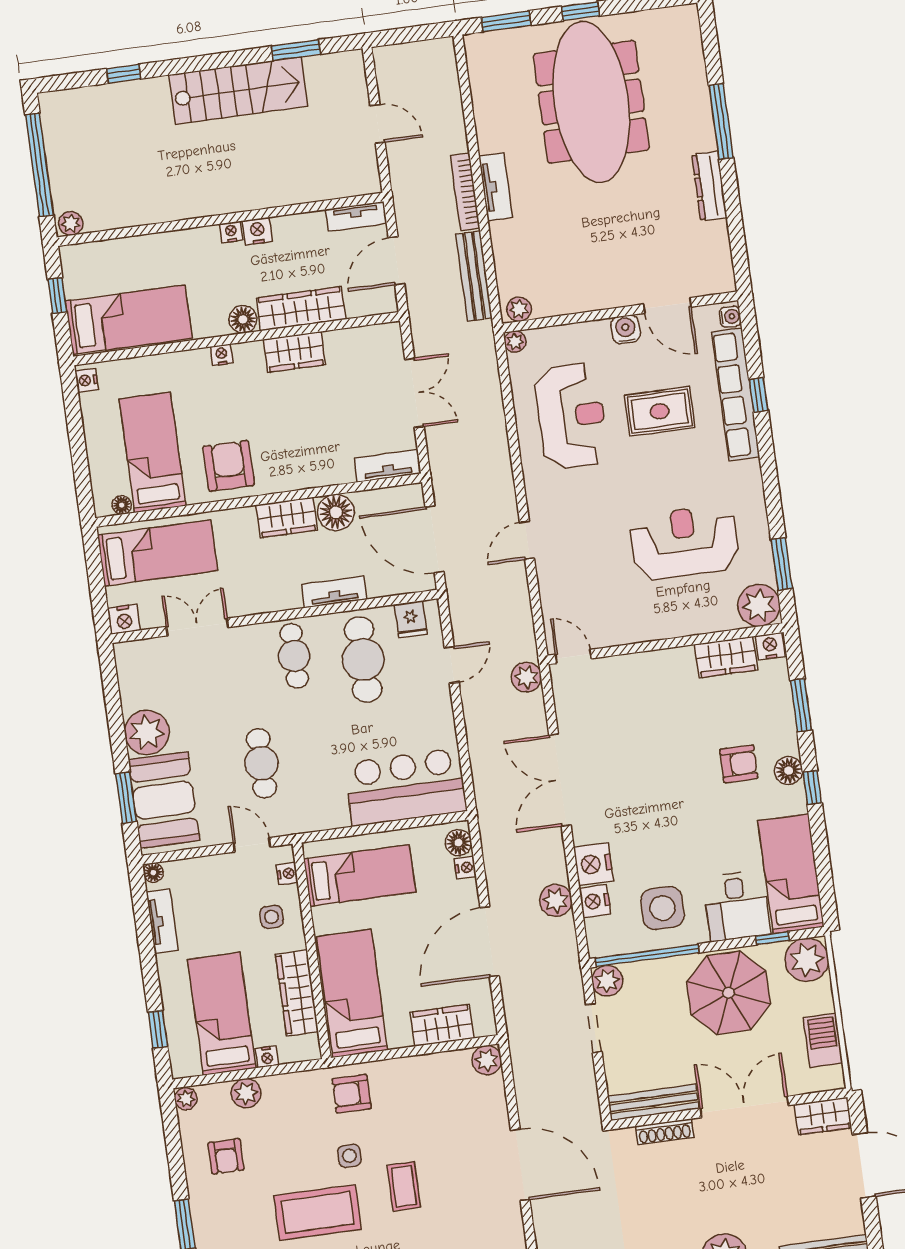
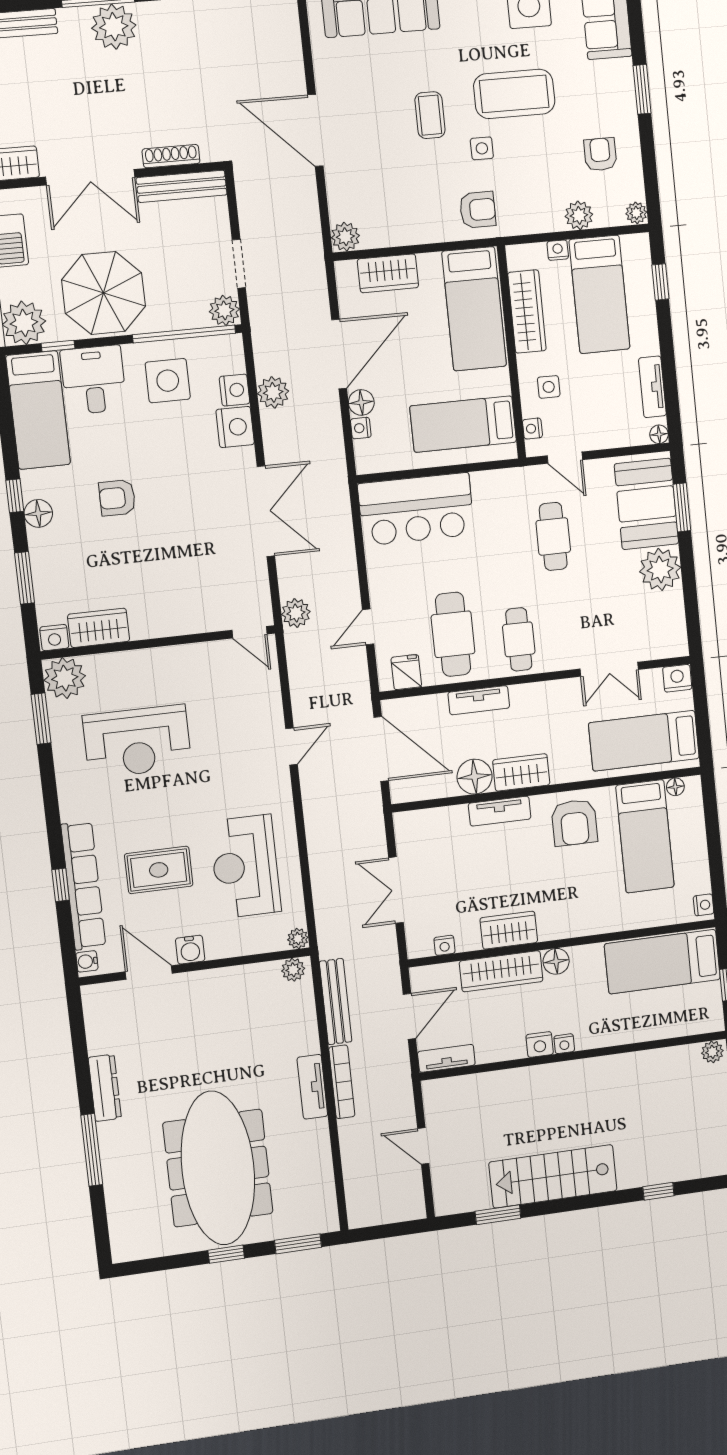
nightstand: (222, 355) -> (444, 945), moved
tv unit: (388, 466) -> (500, 811), moved
armchair: (739, 764) -> (117, 498), moved
floor lamp: (458, 843) -> (361, 402), moved

